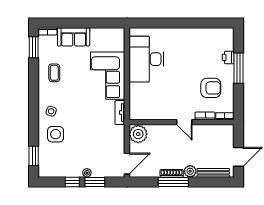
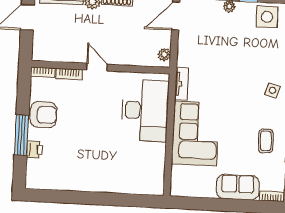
desk: (146, 59) -> (145, 110), moved
armchair: (211, 88) -> (44, 115), moved, turned 180
side table: (56, 134) -> (267, 17), moved
plant: (138, 134) -> (164, 55), width x0.53, depth x0.53

